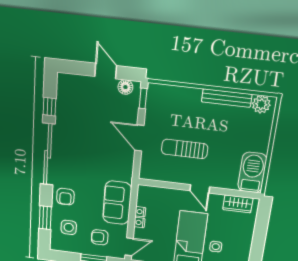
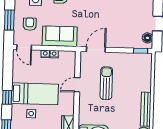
door: (139, 138) -> (96, 49), moved
door: (200, 189) -> (77, 85), moved

